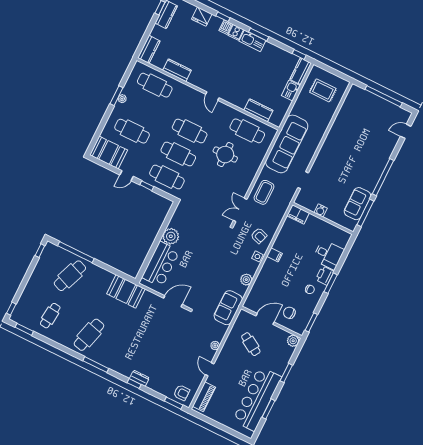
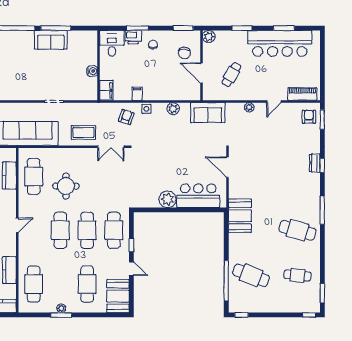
water cooler: (321, 210) -> (92, 71), moved
filing cabinet: (298, 214) -> (106, 90), moved
wall: (323, 218) -> (99, 65), moved

